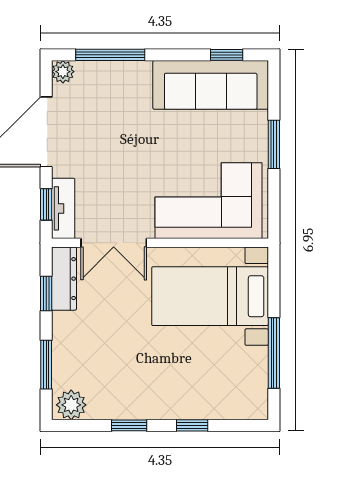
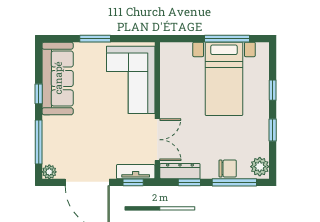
window: (227, 55) -> (39, 94), moved
bed with nightstands: (210, 296) -> (224, 79), moved
chair: (68, 354) -> (228, 168), added
window: (46, 365) -> (234, 182), width x1.44

